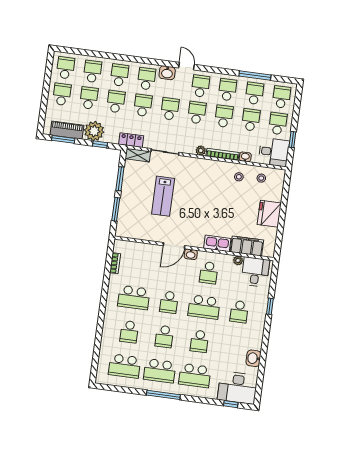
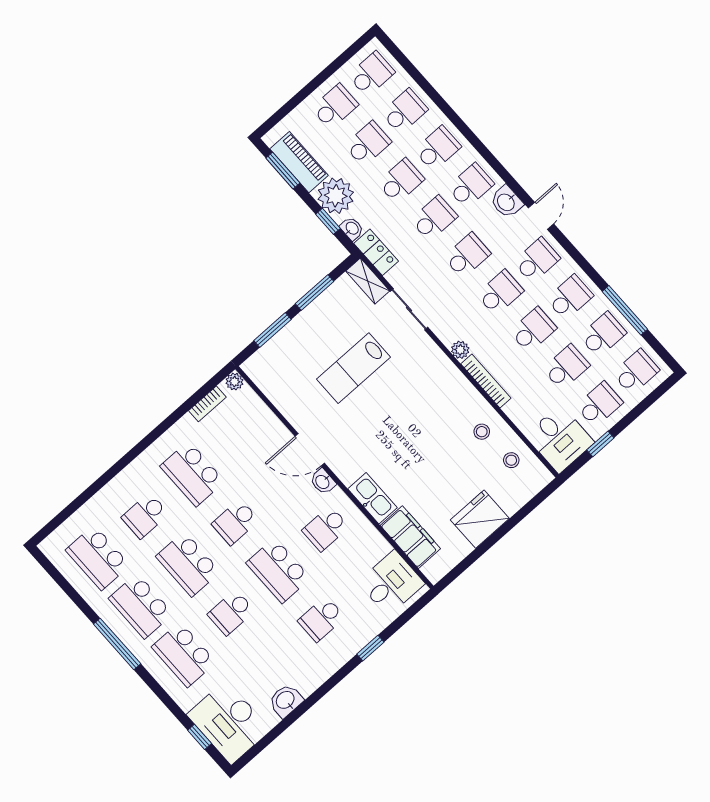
washbasin: (245, 157) -> (352, 229), moved
plant: (238, 260) -> (234, 382), moved
school desk: (164, 337) -> (188, 564), width x1.85

